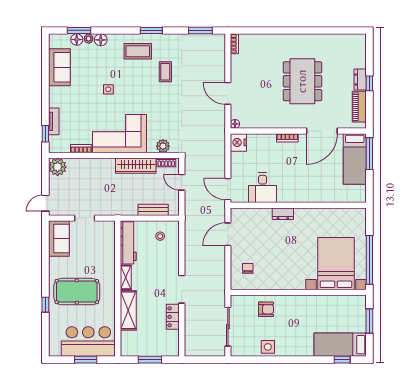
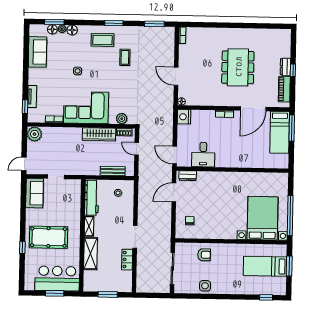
dresser: (283, 214) -> (188, 176), moved
bed: (340, 345) -> (265, 266), moved

